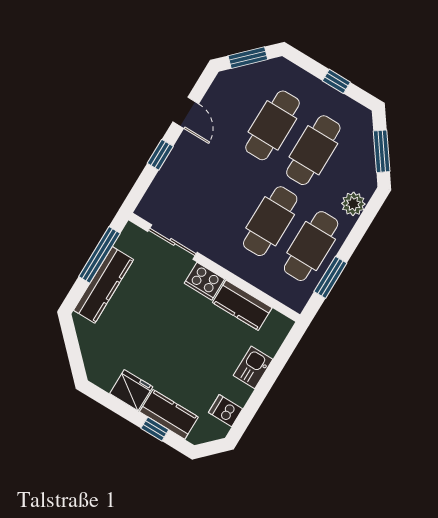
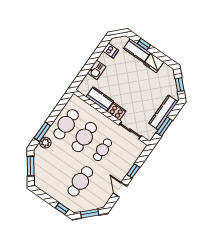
window: (336, 81) -> (62, 209), moved
cafe table: (313, 150) -> (102, 150), moved, width x0.73, depth x0.74
window: (99, 255) -> (164, 127), width x0.69
window: (330, 277) -> (42, 132), moved
window: (73, 347) -> (180, 85), added

